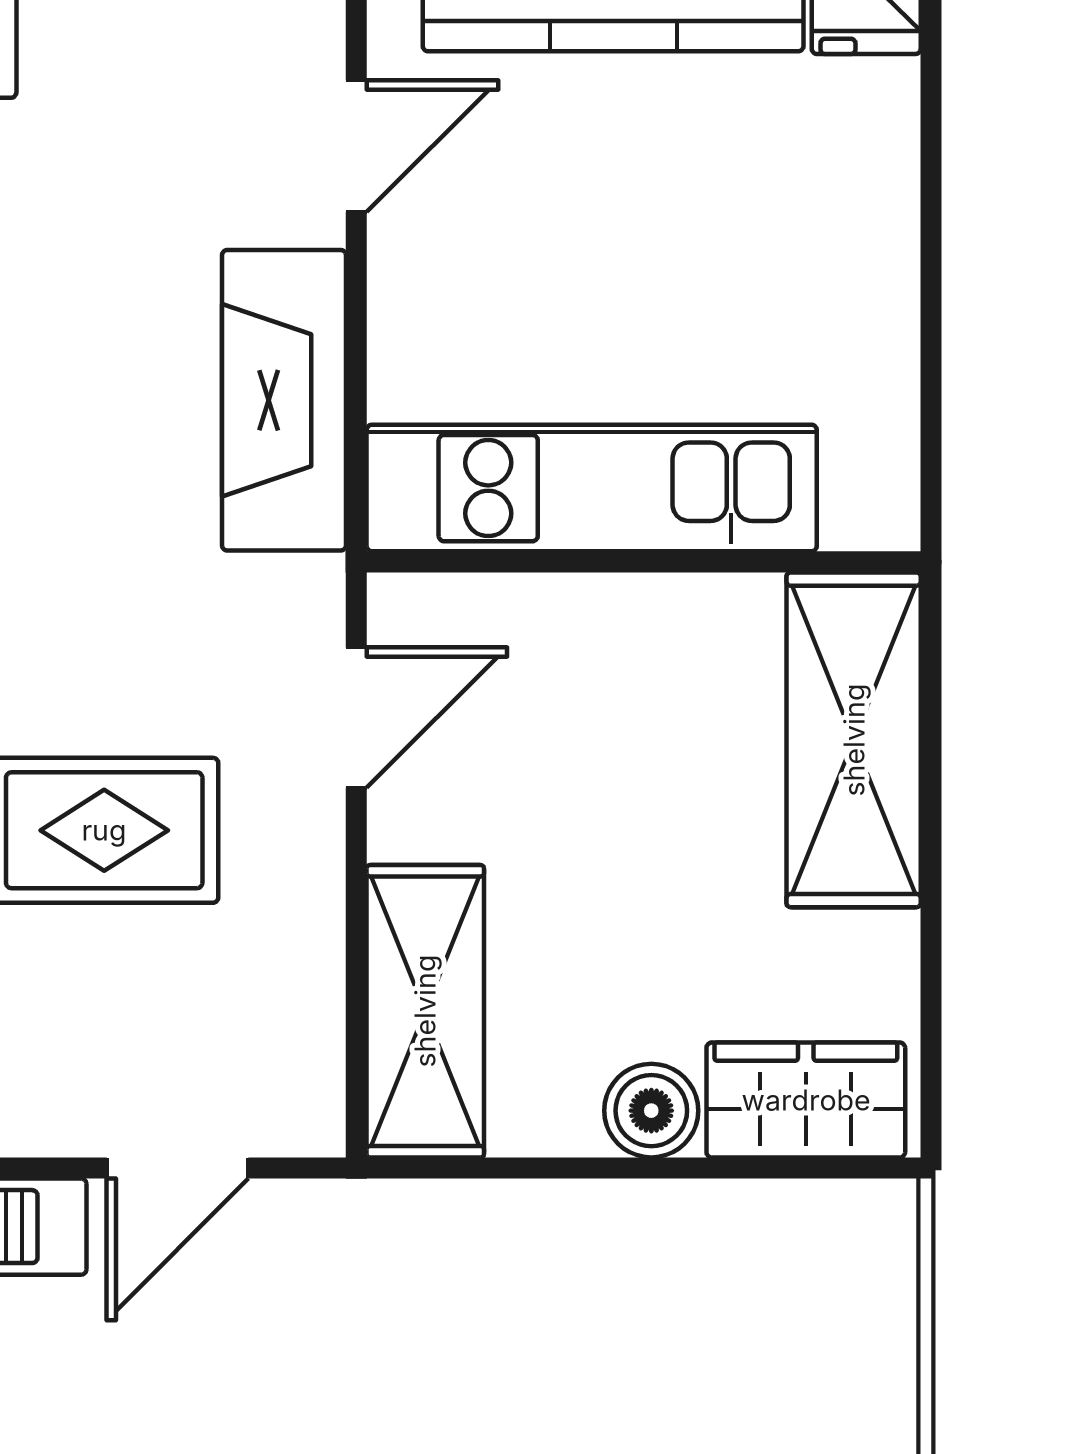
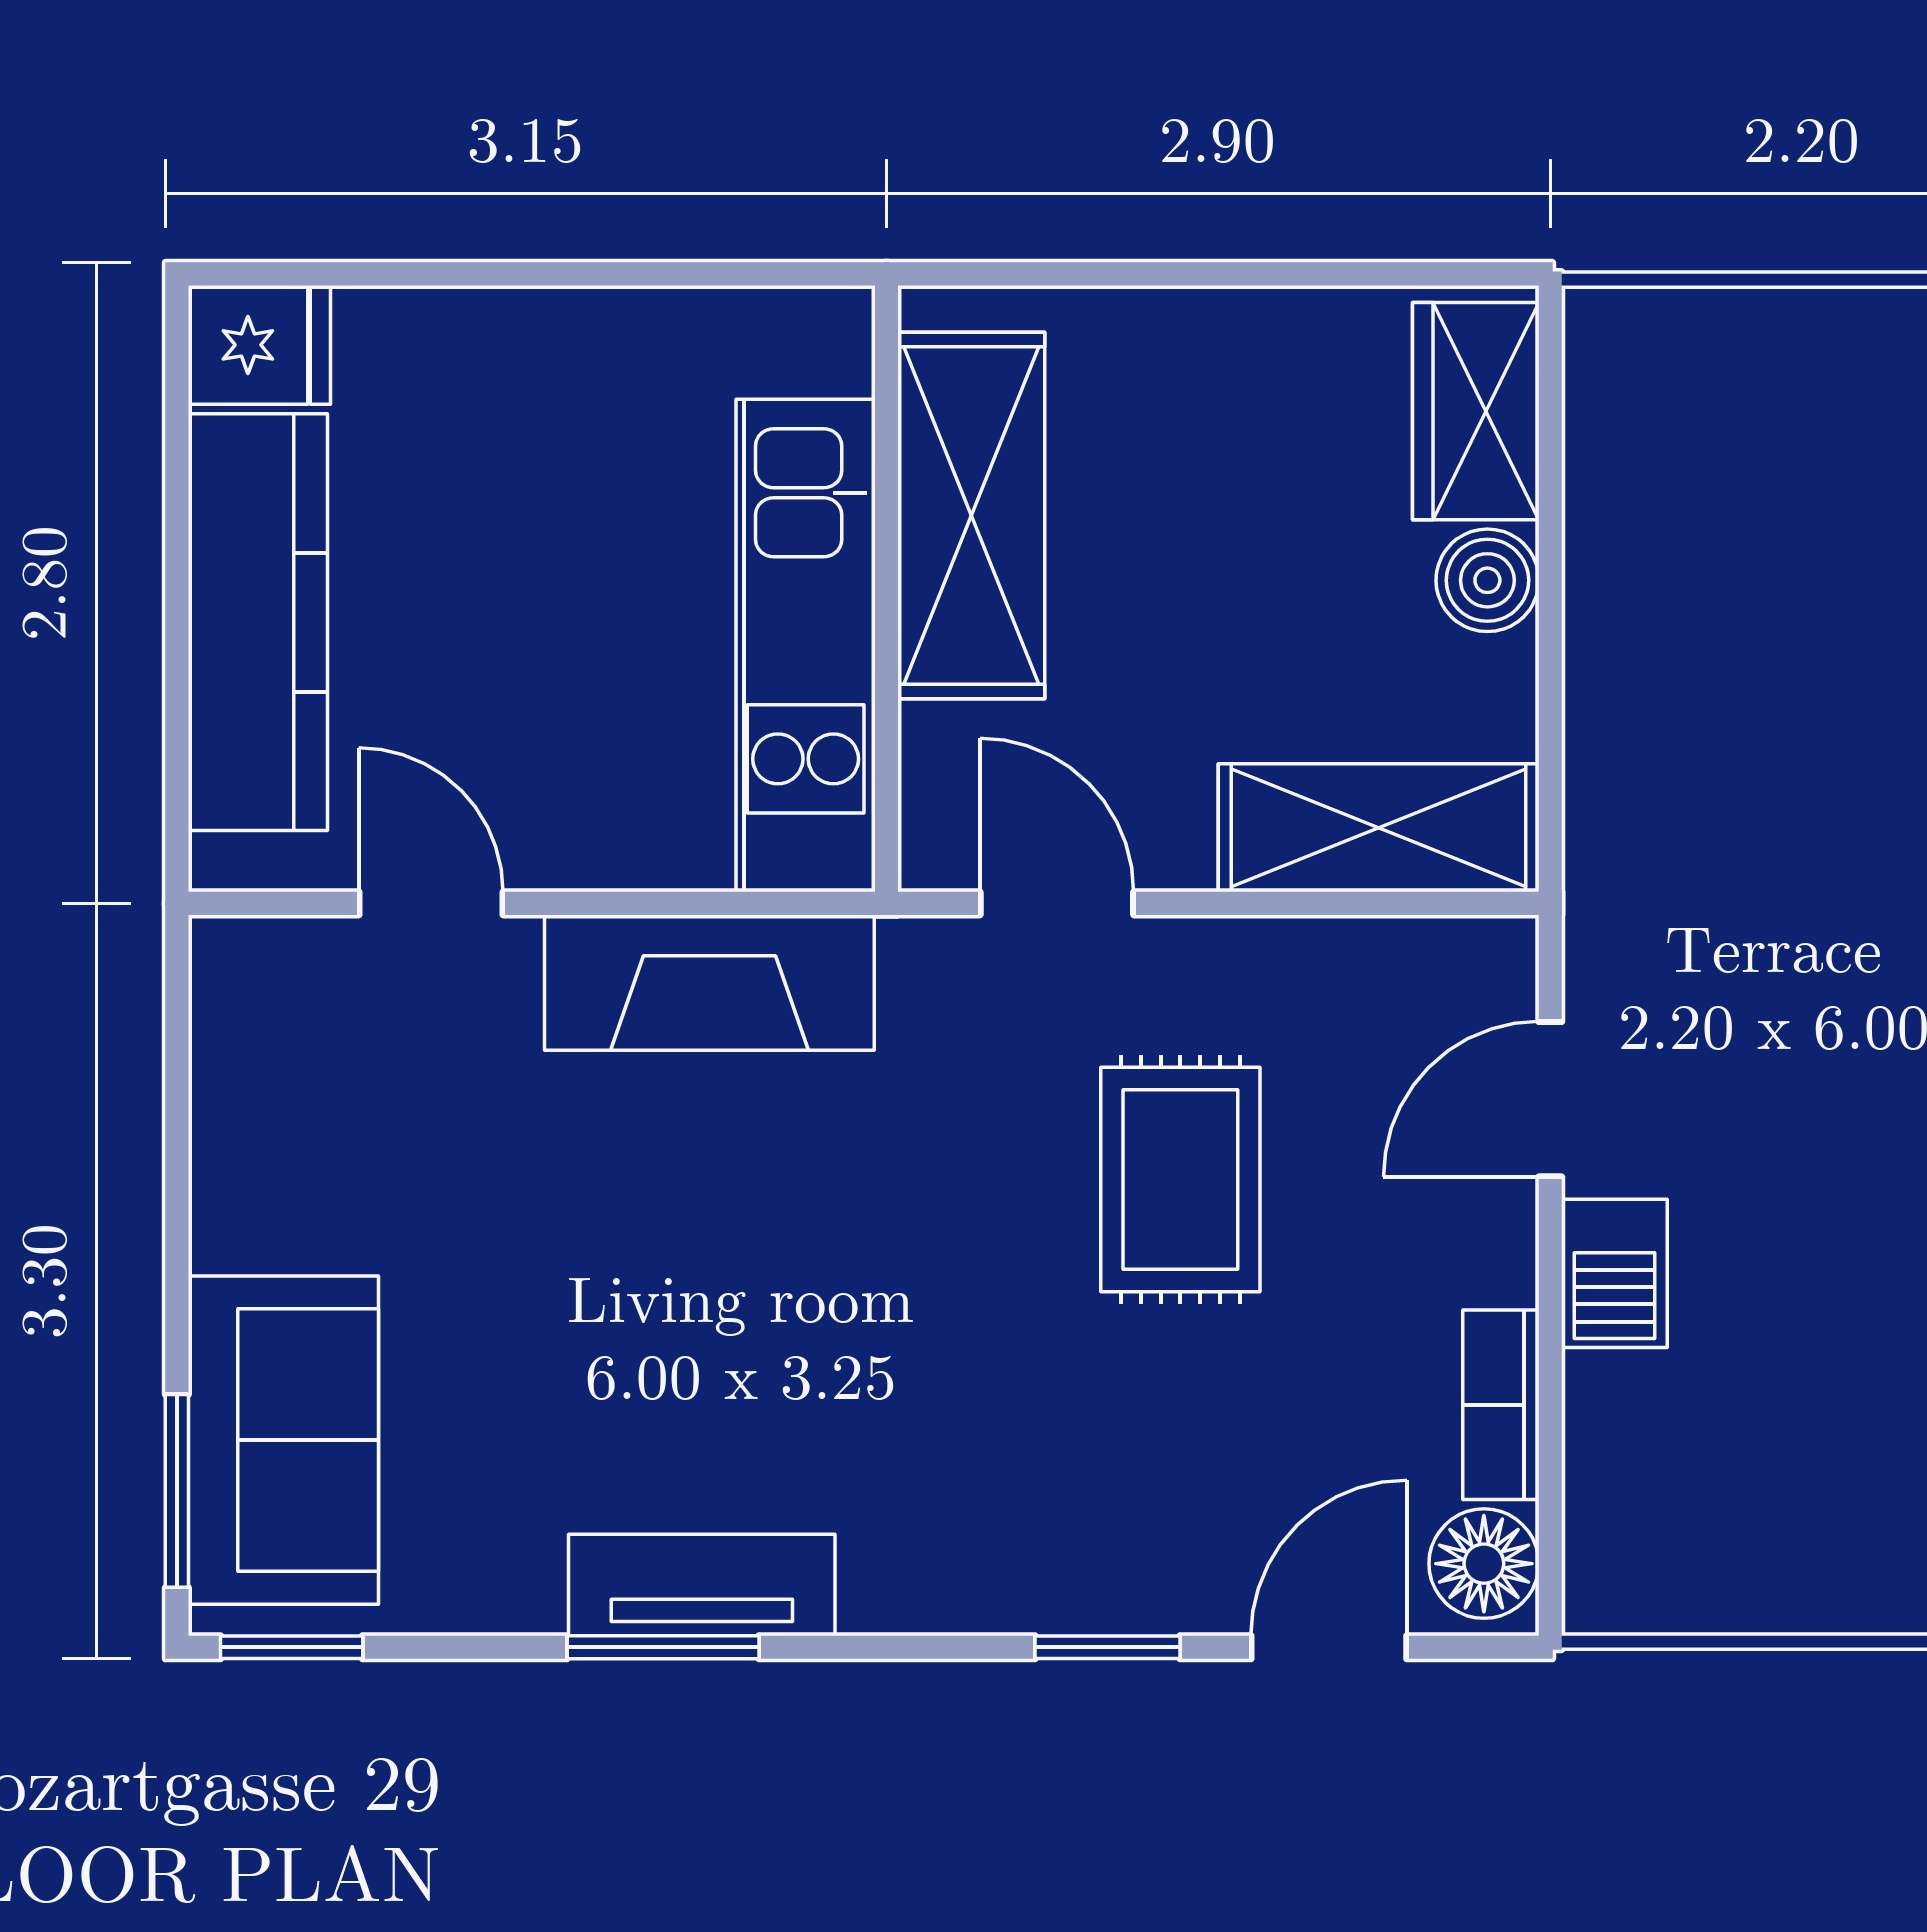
shelving: (854, 740) -> (971, 515), moved, turned 90
door: (177, 1168) -> (1550, 1099), swing flipped

